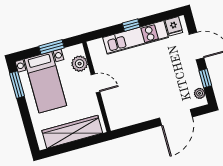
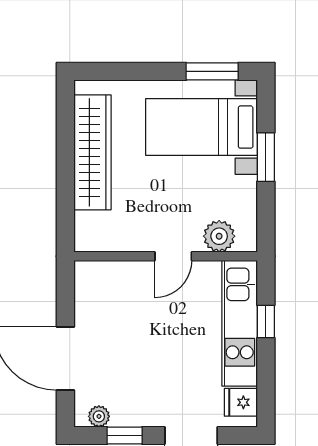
plant: (80, 64) -> (219, 236), moved
door: (95, 83) -> (173, 256), moved
wall: (96, 87) -> (166, 256), moved

